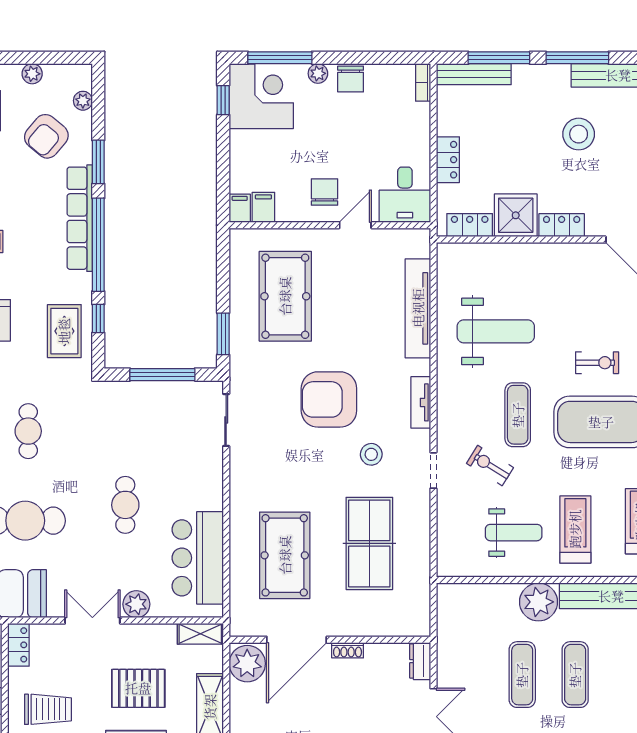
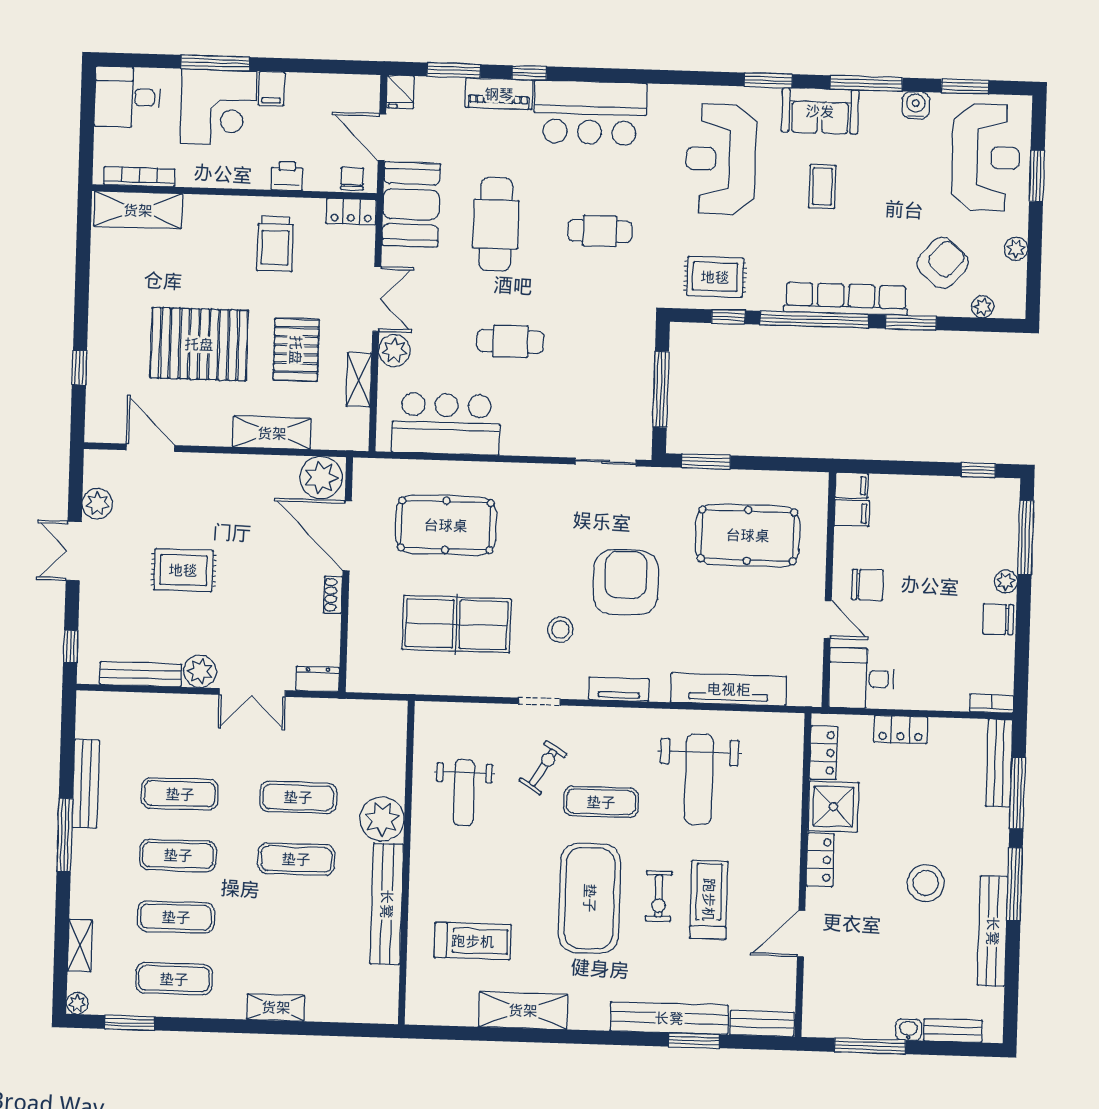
corner desk: (261, 96) -> (981, 515), removed
armchair: (46, 136) -> (943, 263), turned 91
treadmill: (575, 529) -> (709, 900), moved, turned -90
shelving: (200, 634) -> (359, 380), moved

